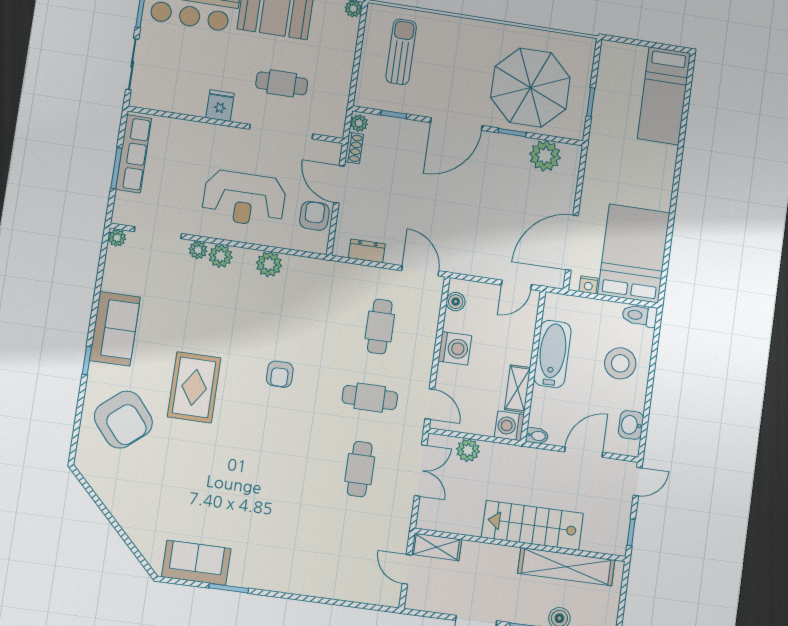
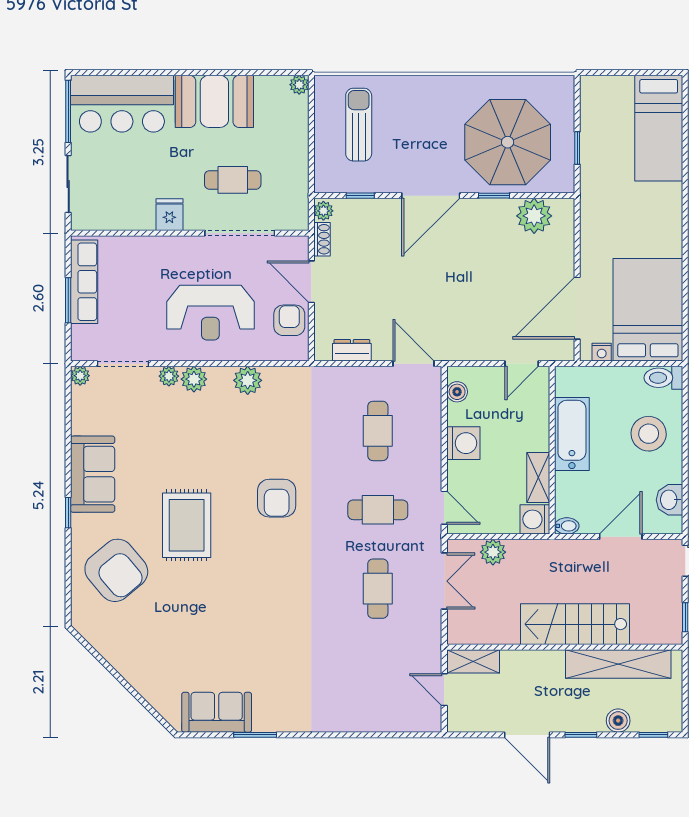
armchair: (280, 374) -> (277, 498), width x1.38, depth x1.38

